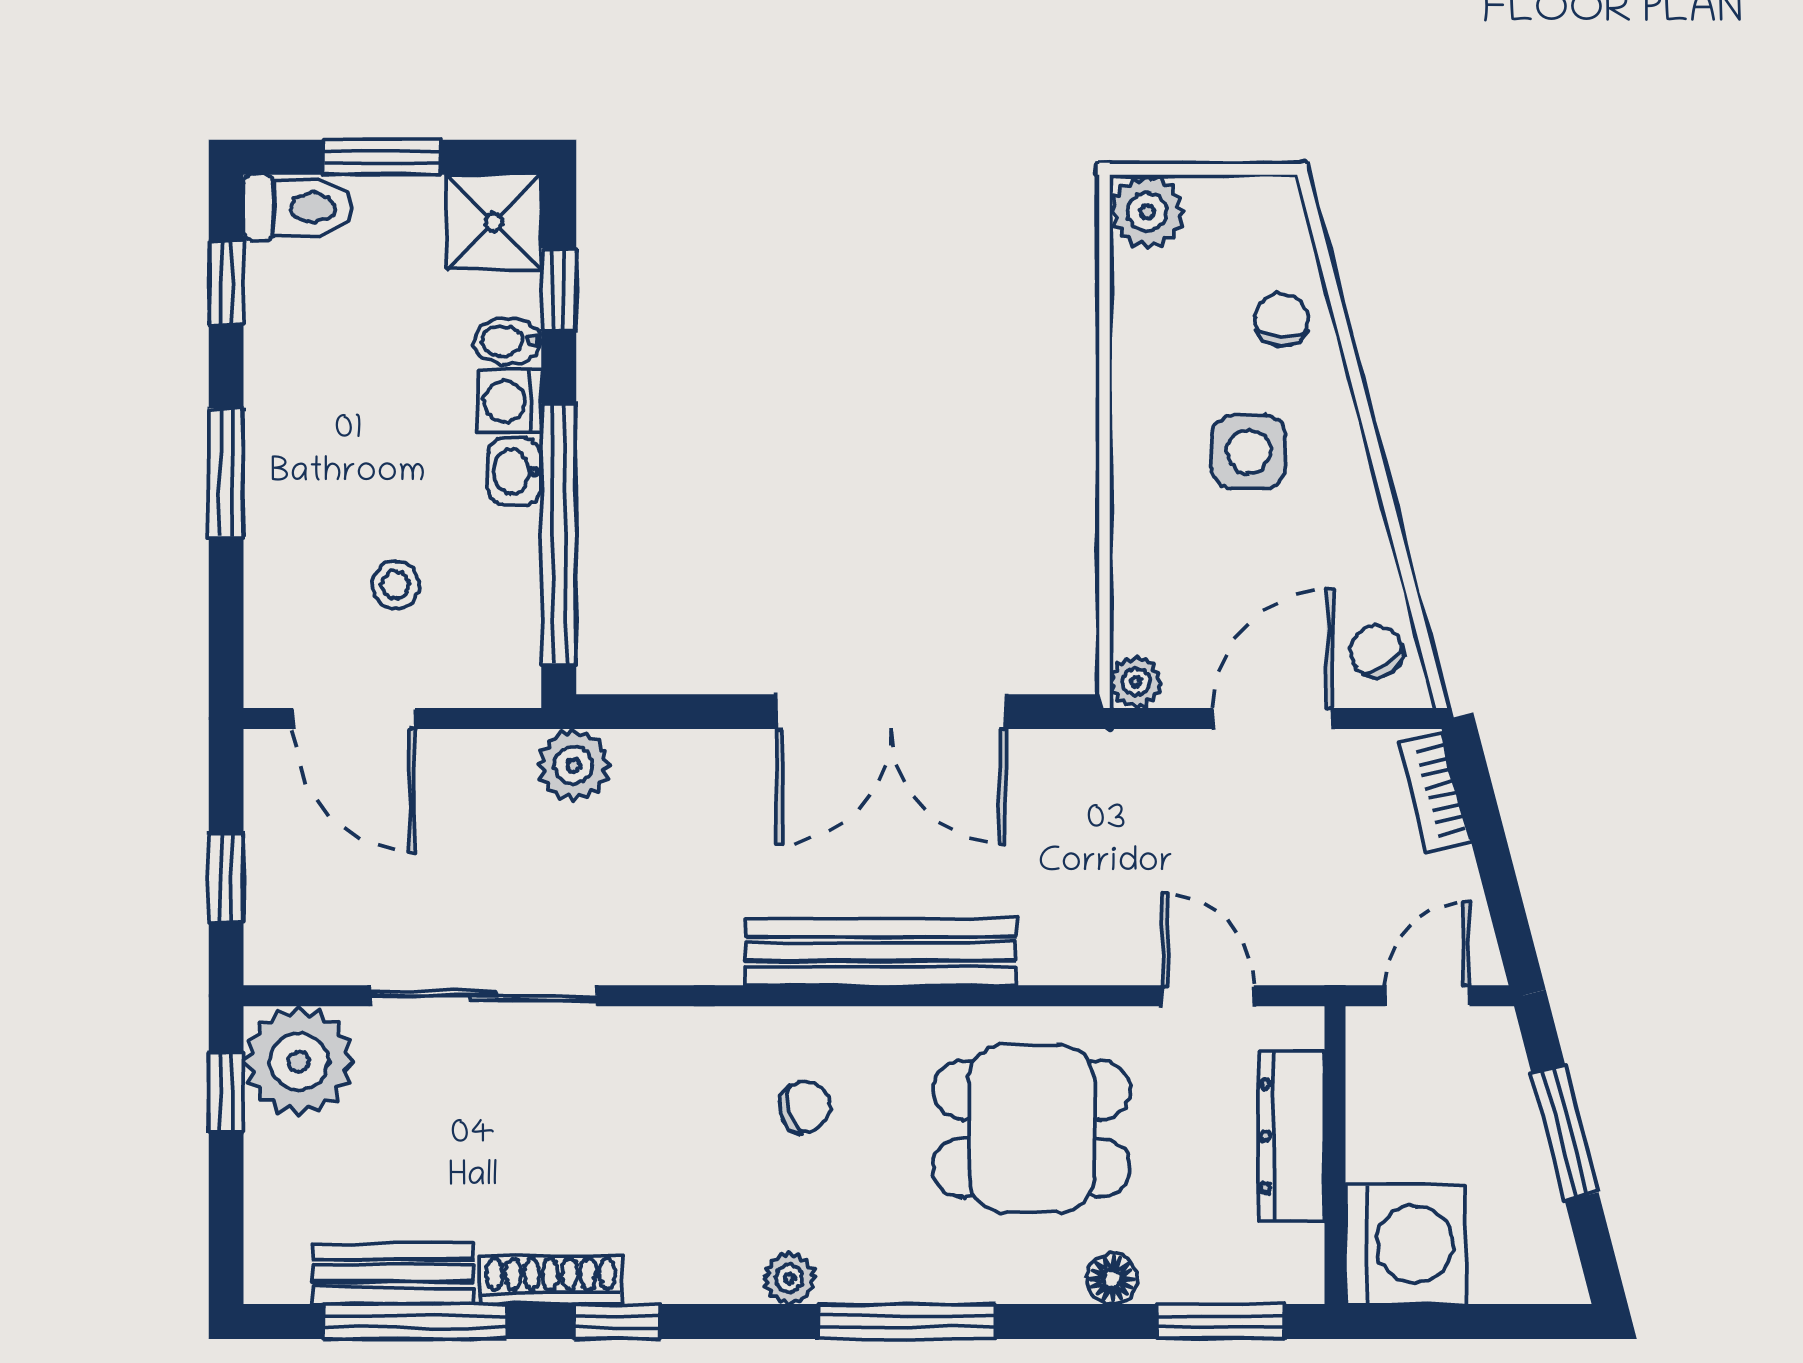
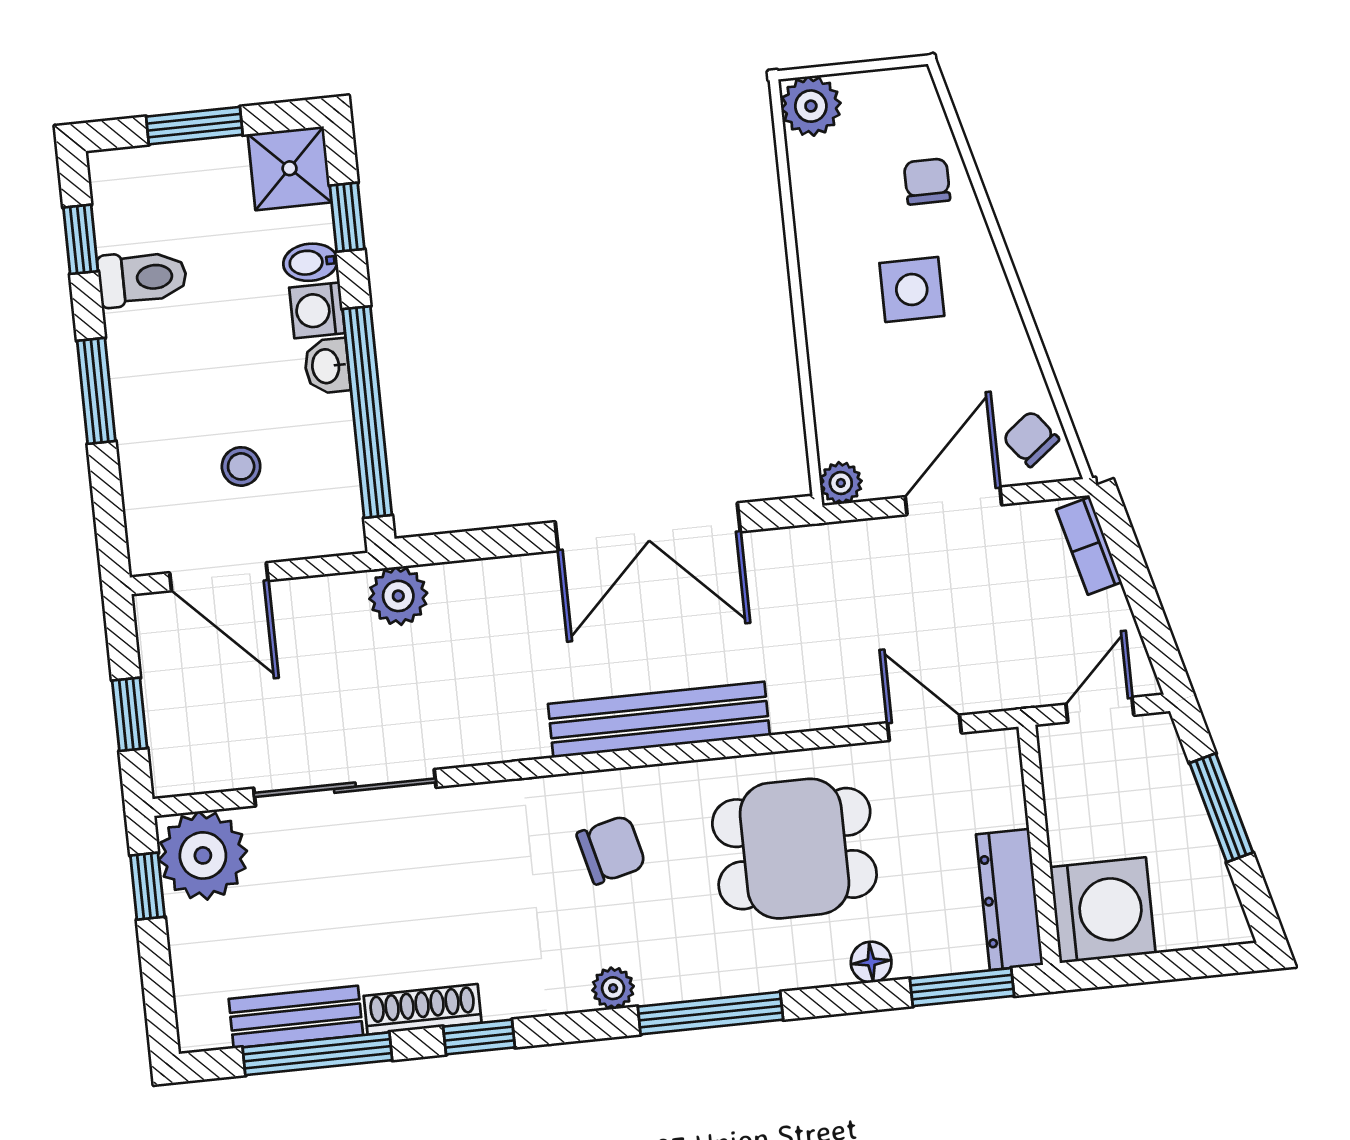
toilet: (298, 208) -> (142, 278), moved
chair: (805, 1107) -> (611, 850), width x1.37, depth x1.37
dresser: (1291, 1136) -> (1010, 900), moved

